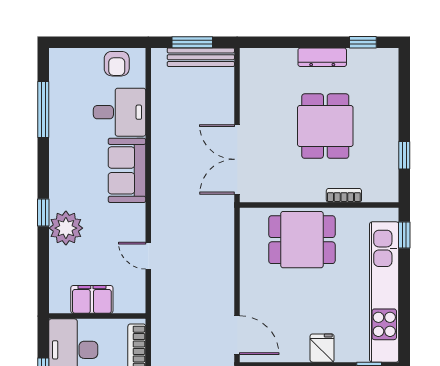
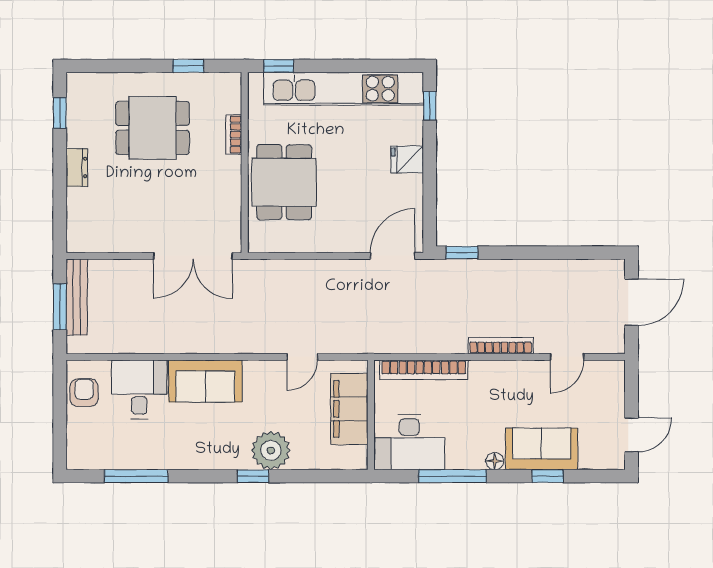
dresser: (322, 57) -> (77, 167), width x0.70
armchair: (117, 64) -> (84, 393), turned -90
dining table: (325, 126) -> (153, 128), moved
filing cabinet: (92, 299) -> (349, 409), width x1.50, depth x1.17

